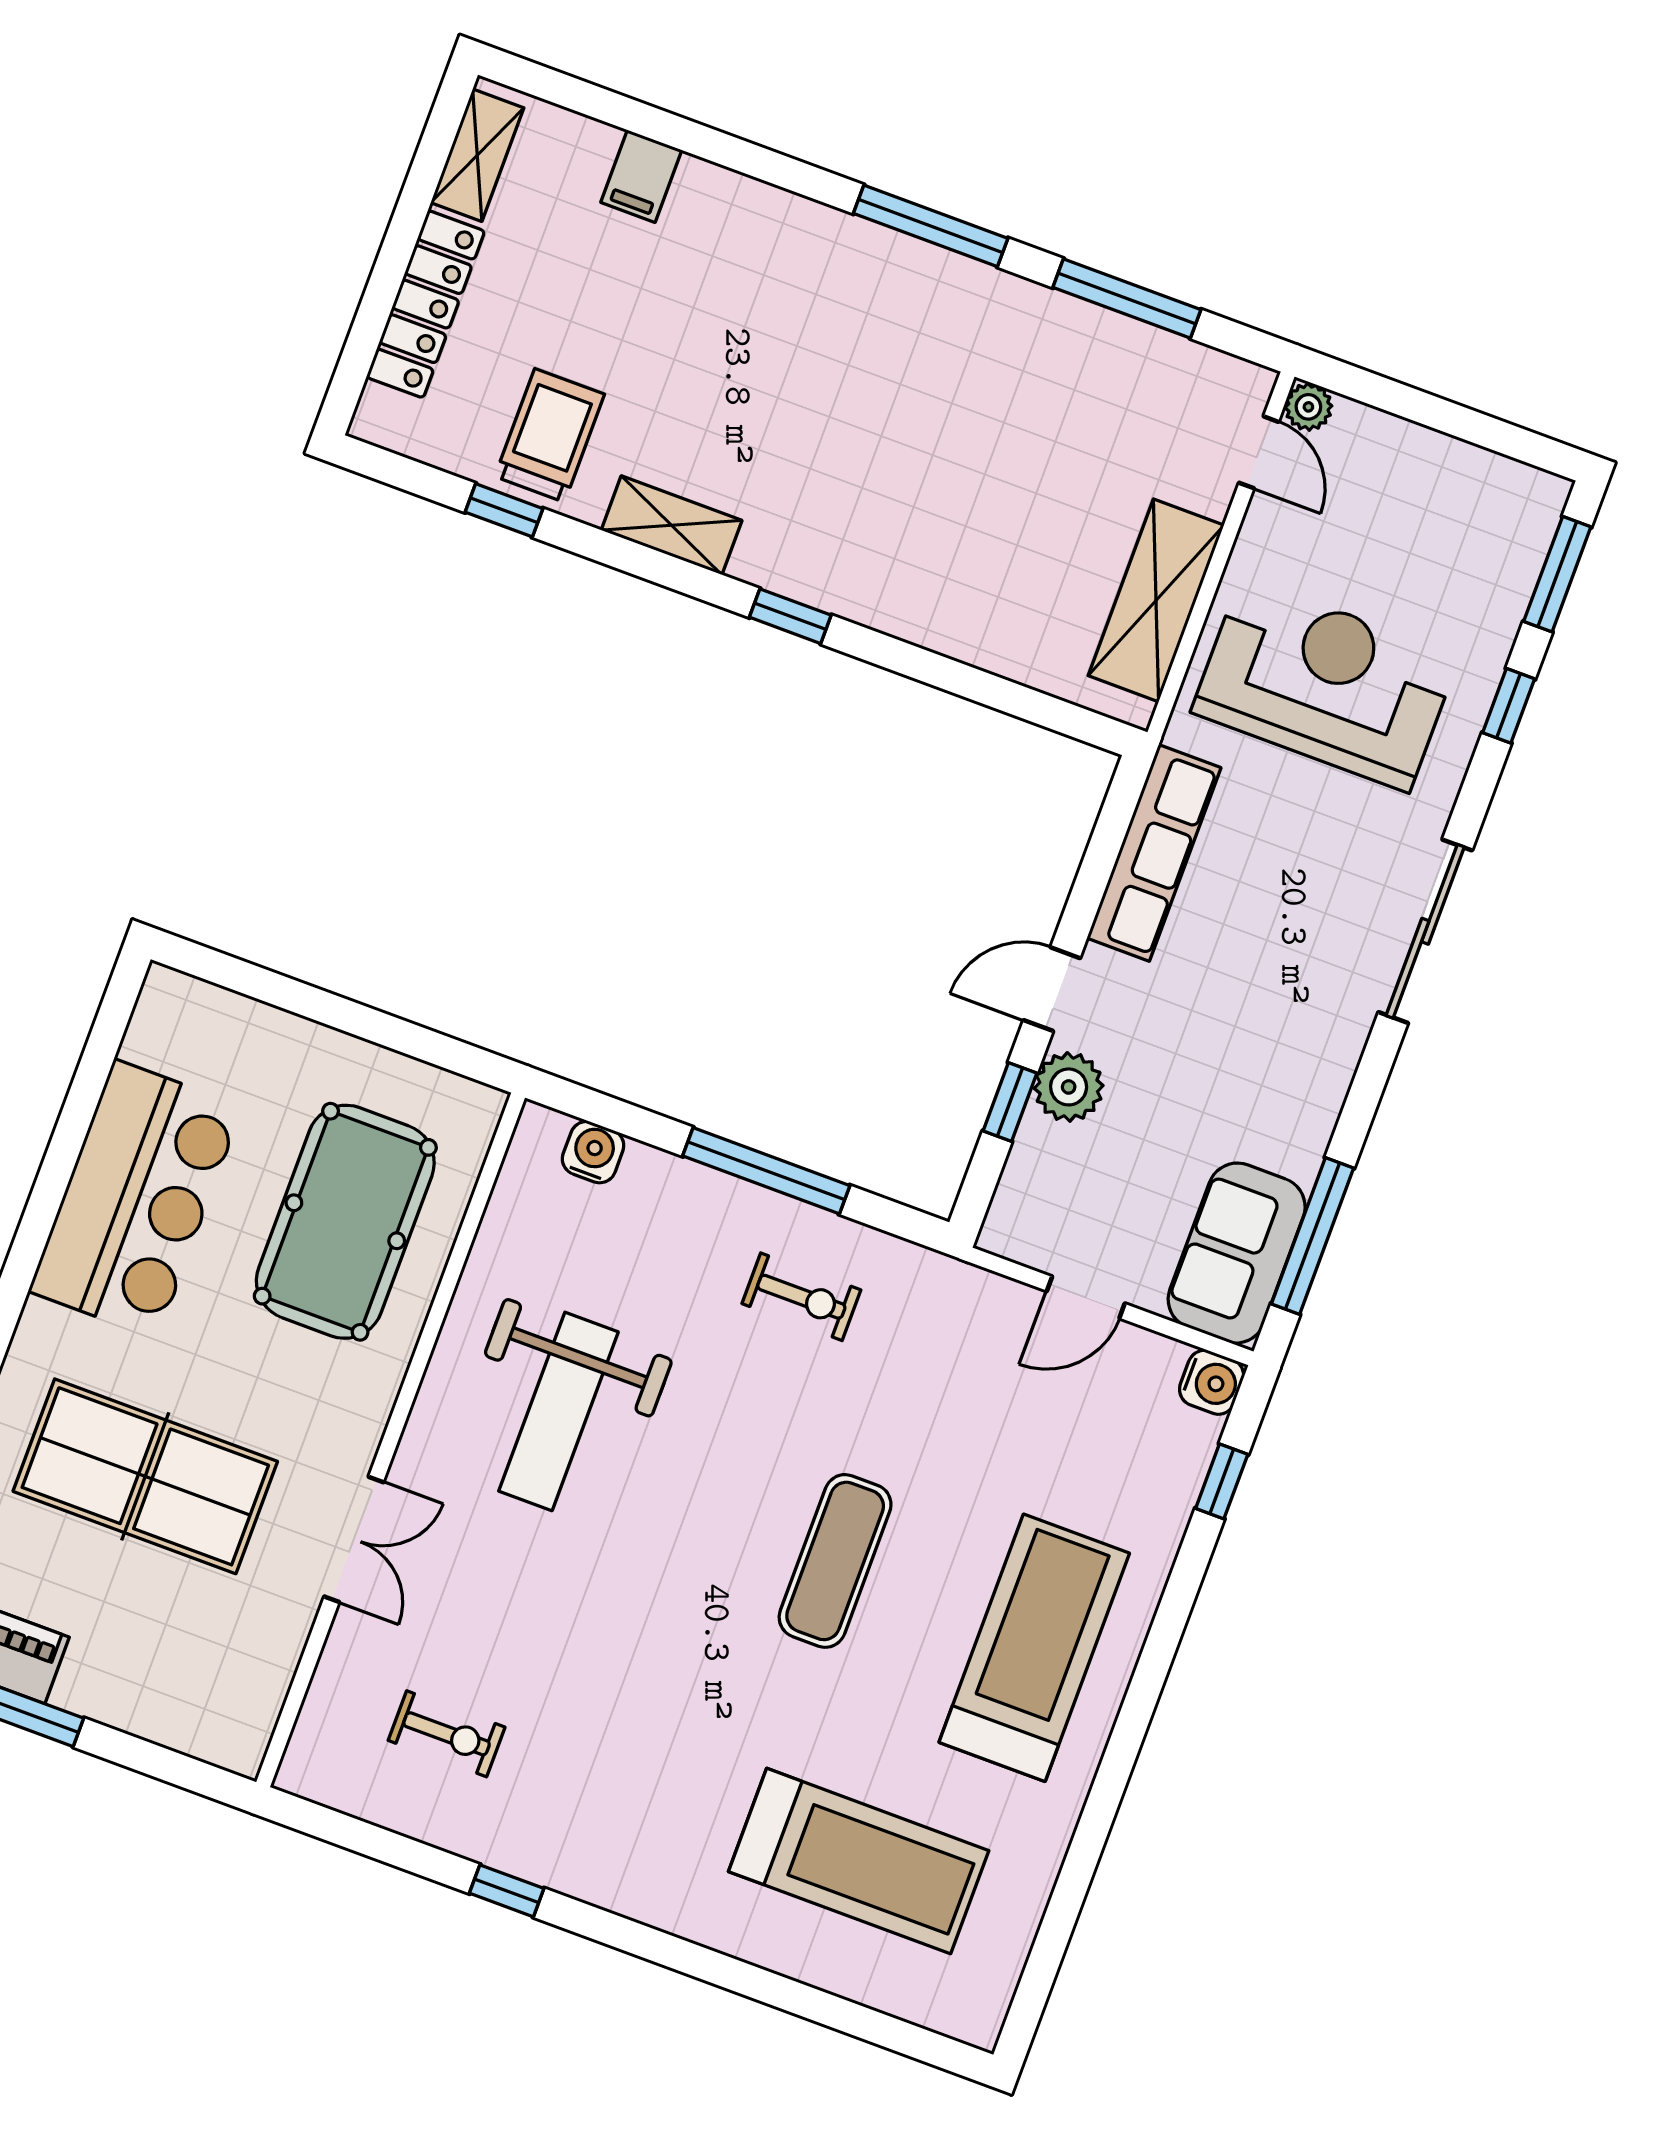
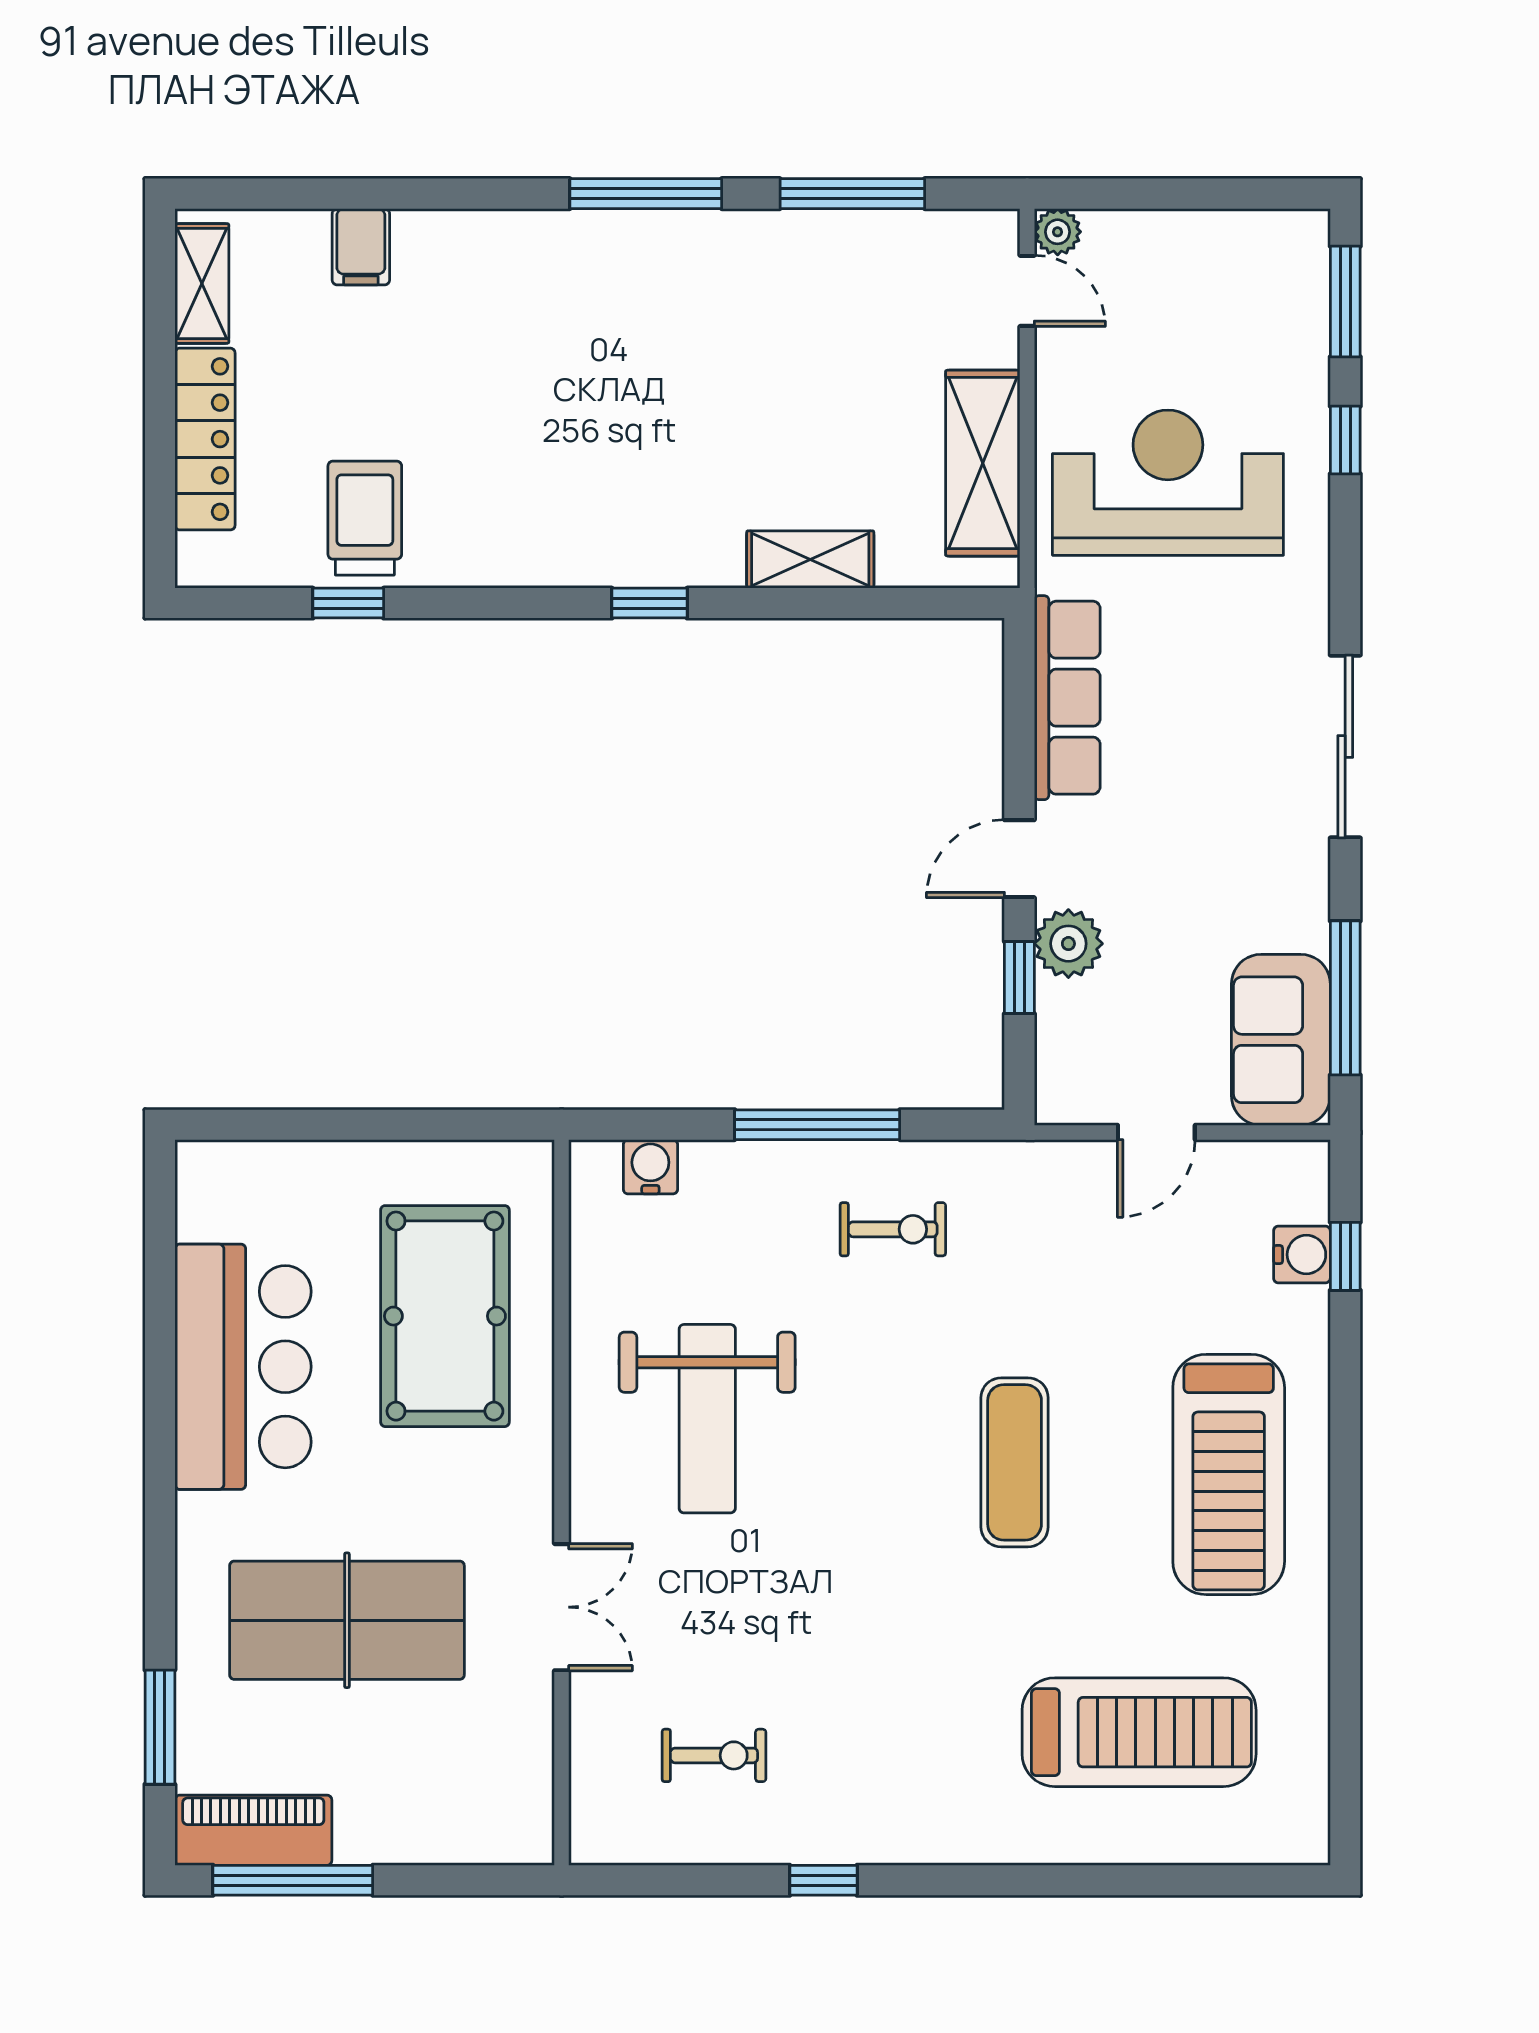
shelving: (672, 525) -> (810, 560), moved
sliding door: (1425, 931) -> (1345, 747), moved
water cooler: (1212, 1382) -> (1302, 1255), moved
treadmill: (1034, 1648) -> (1229, 1474), turned 180

